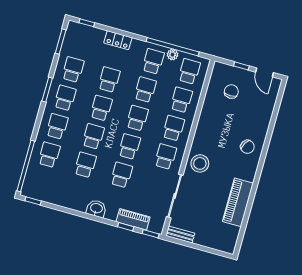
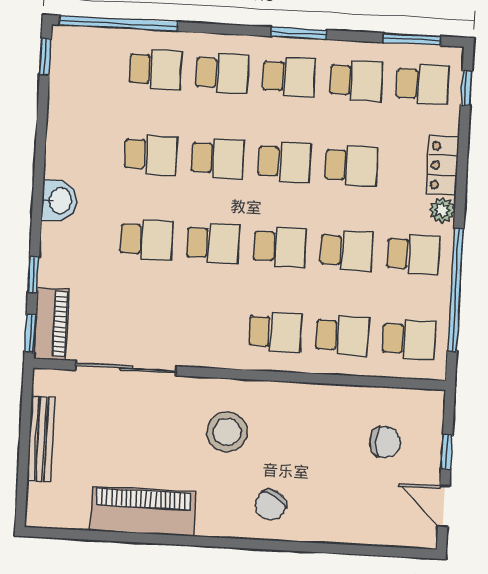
plant: (173, 55) -> (442, 210), moved
door: (264, 72) -> (444, 506), hinge flipped
school desk: (166, 157) -> (423, 84), moved
stool: (200, 163) -> (227, 432), moved
piano: (133, 219) -> (51, 324), moved
bench: (180, 234) -> (41, 439), moved, width x1.36

